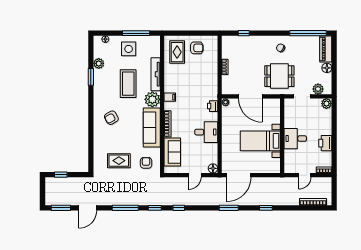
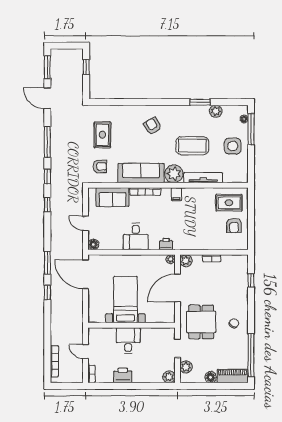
window: (136, 33) -> (251, 129), moved
plant: (227, 89) -> (186, 261), added
window: (266, 208) -> (47, 293), moved

